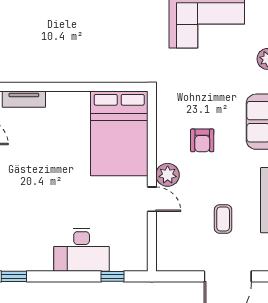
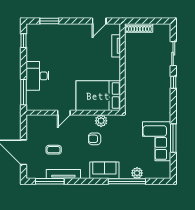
plant: (168, 175) -> (101, 121), moved
window: (112, 276) -> (24, 92), width x2.17

